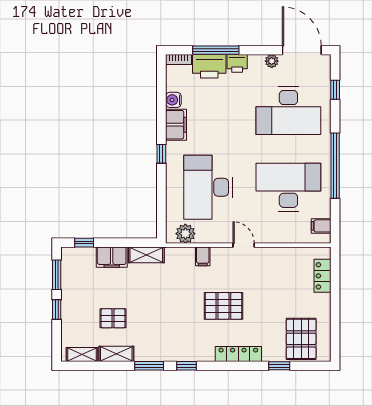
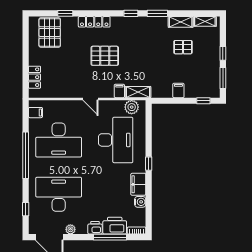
shelving: (146, 255) -> (138, 92), moved
filing cabinet: (112, 257) -> (178, 90), width x0.50

